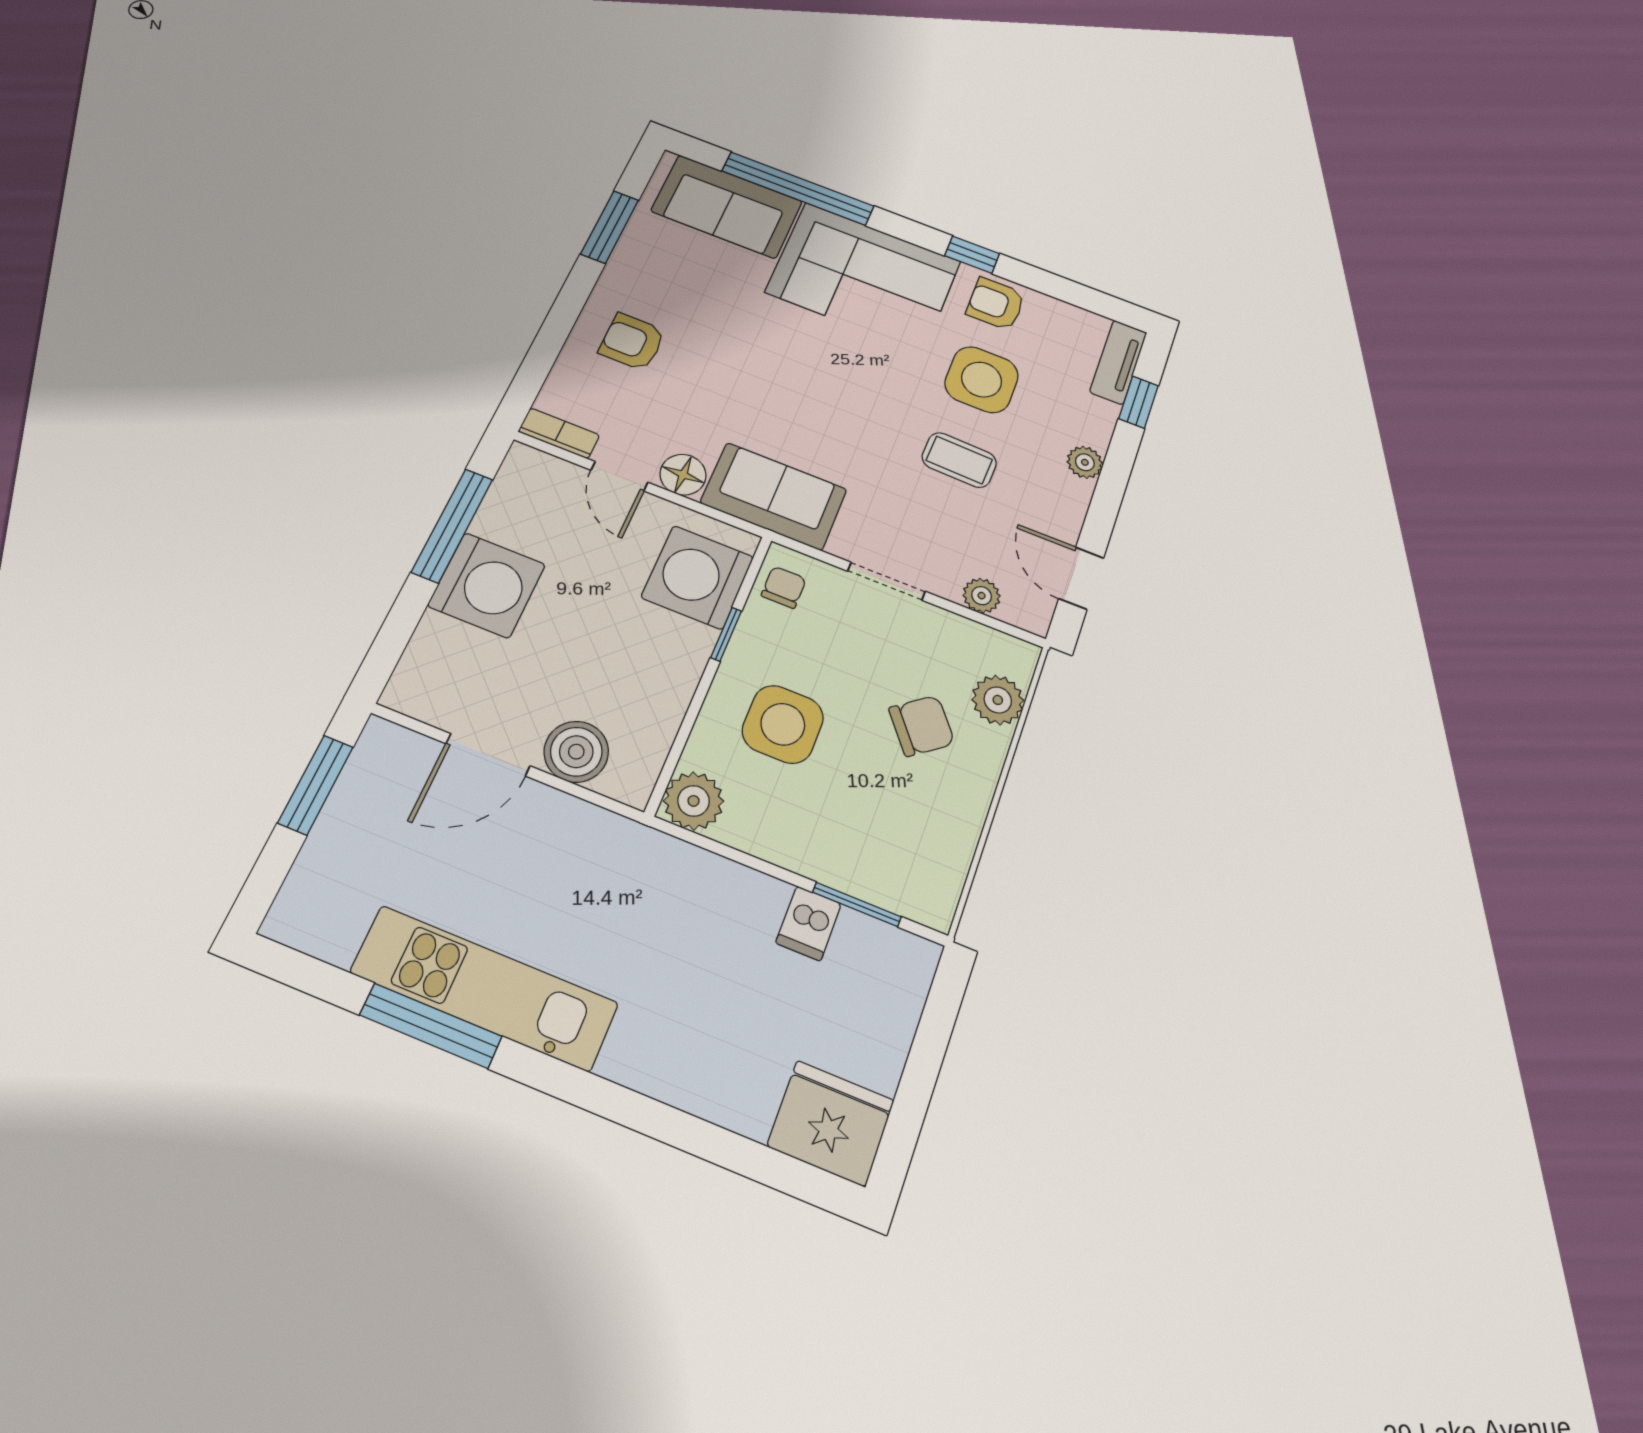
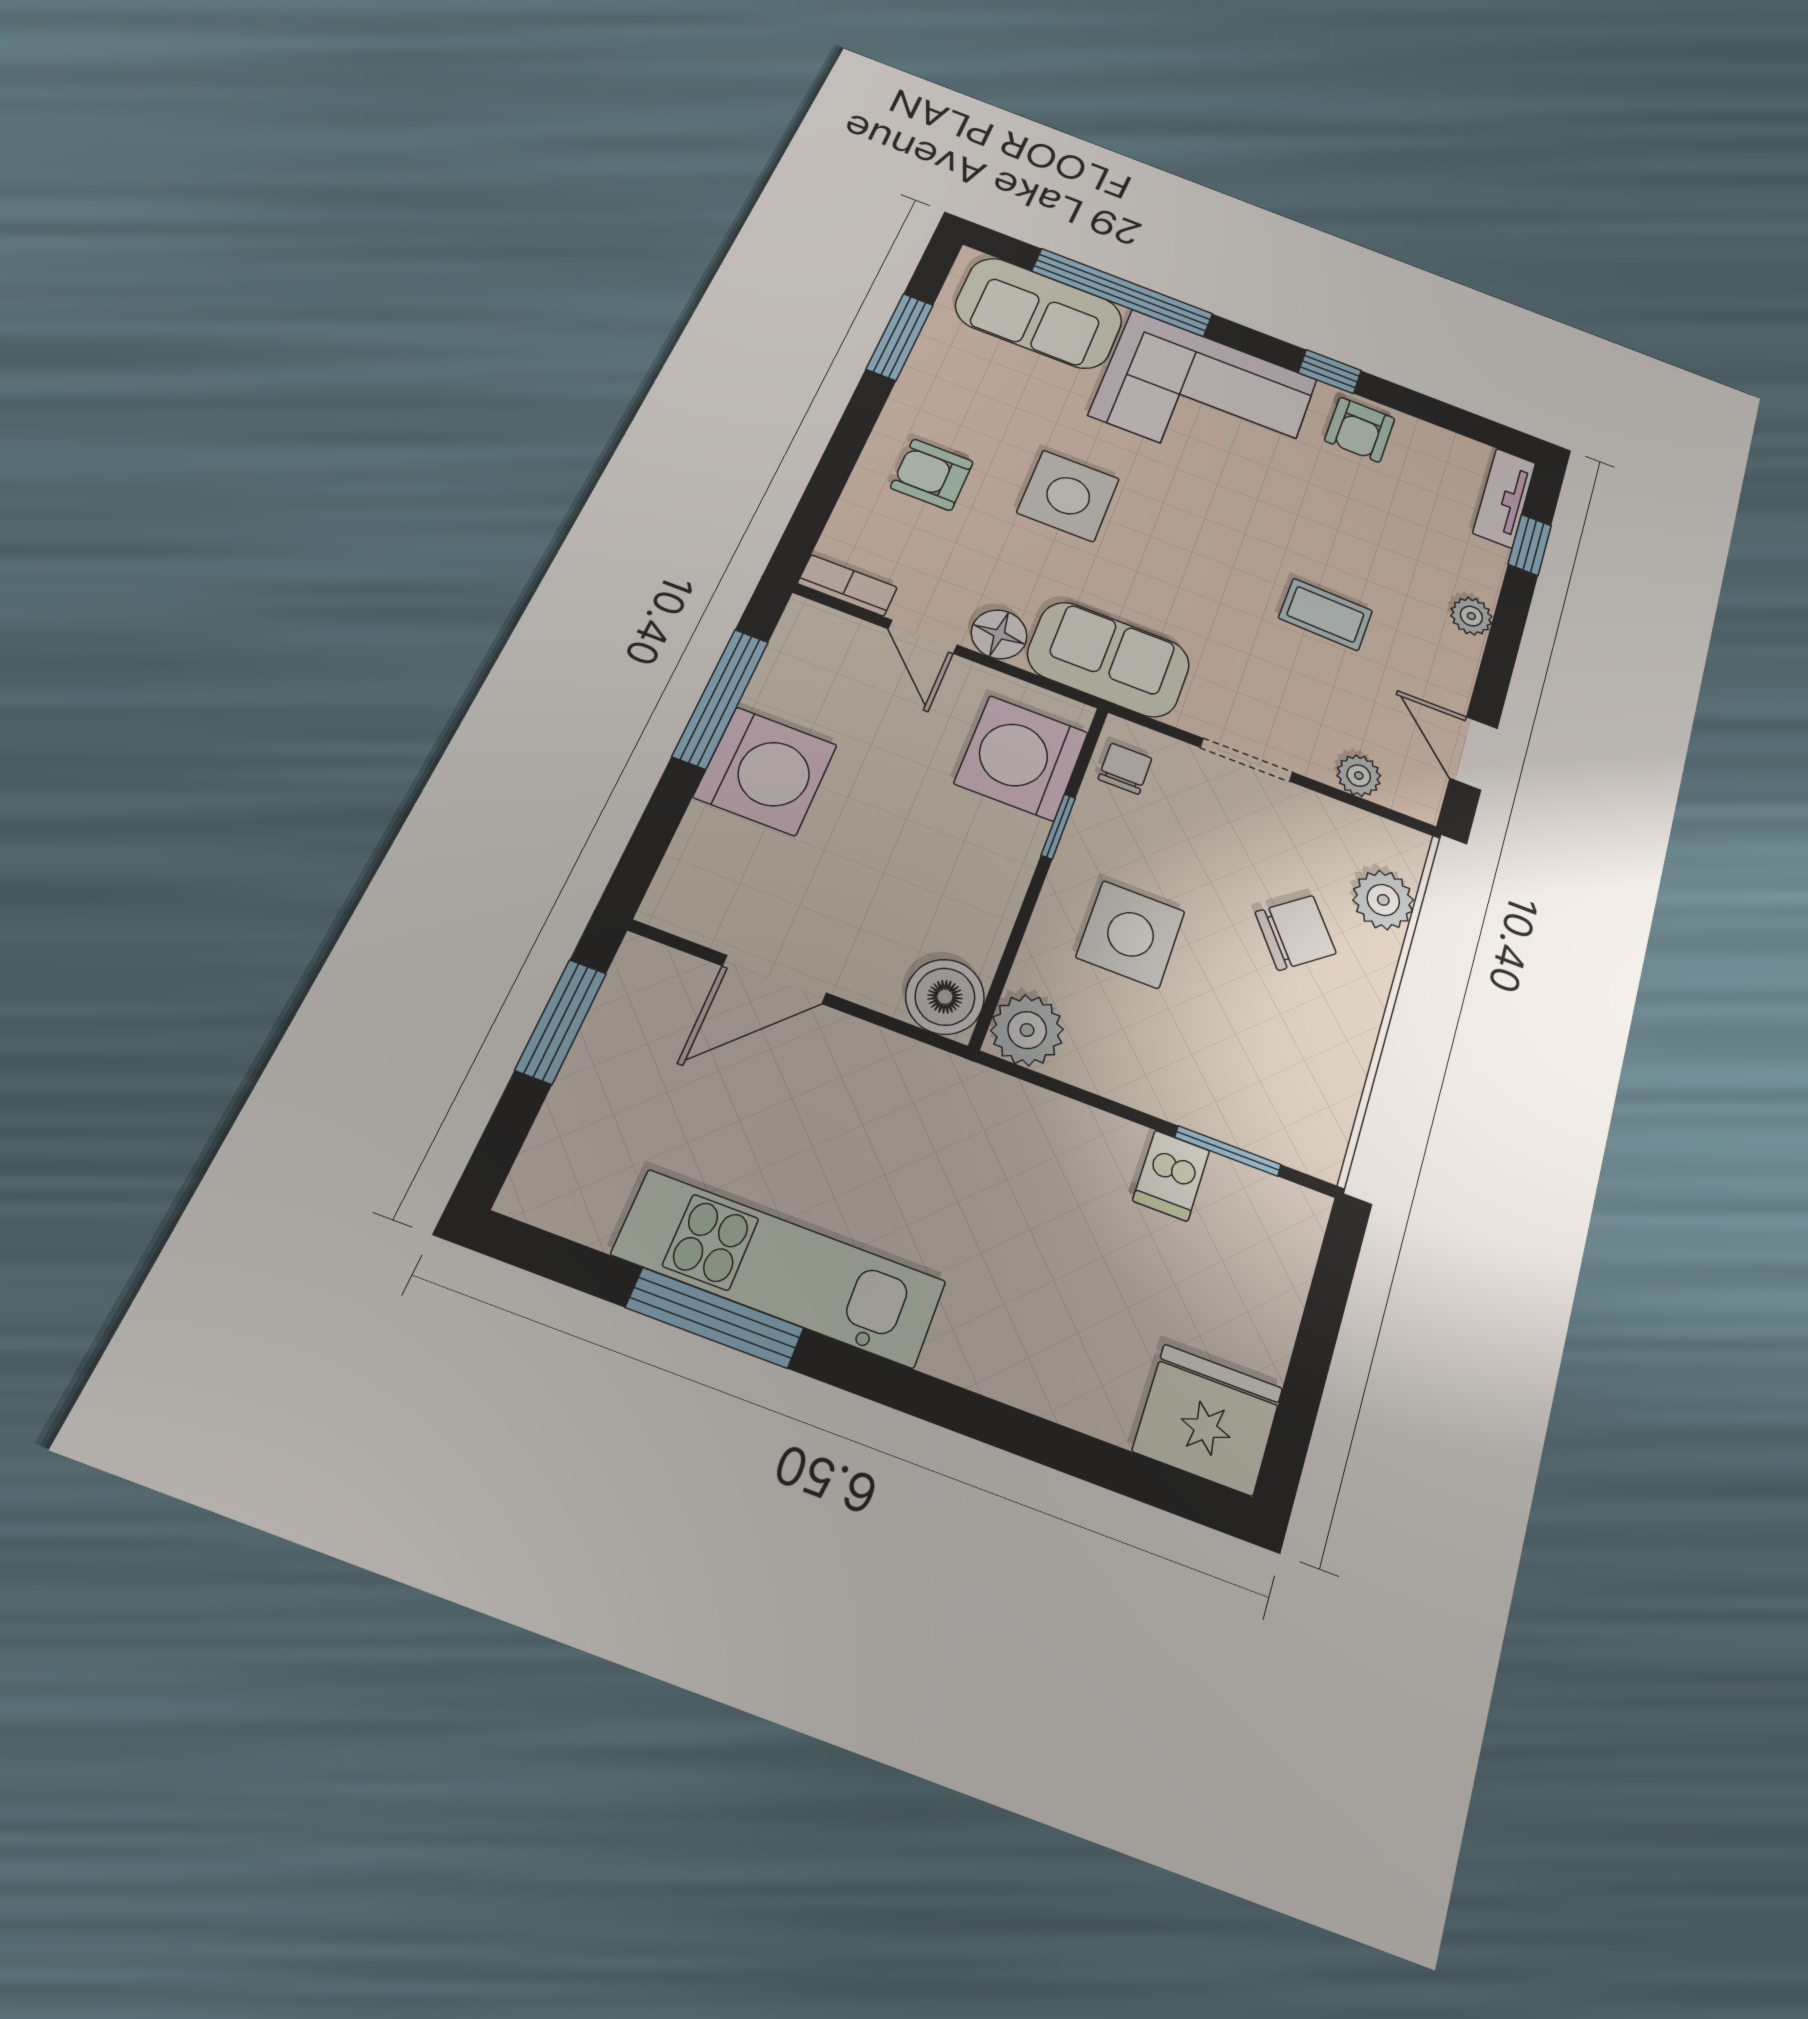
armchair: (996, 304) -> (1360, 430), turned -89
side table: (982, 380) -> (1068, 496), moved
boiler: (576, 752) -> (945, 997), moved

